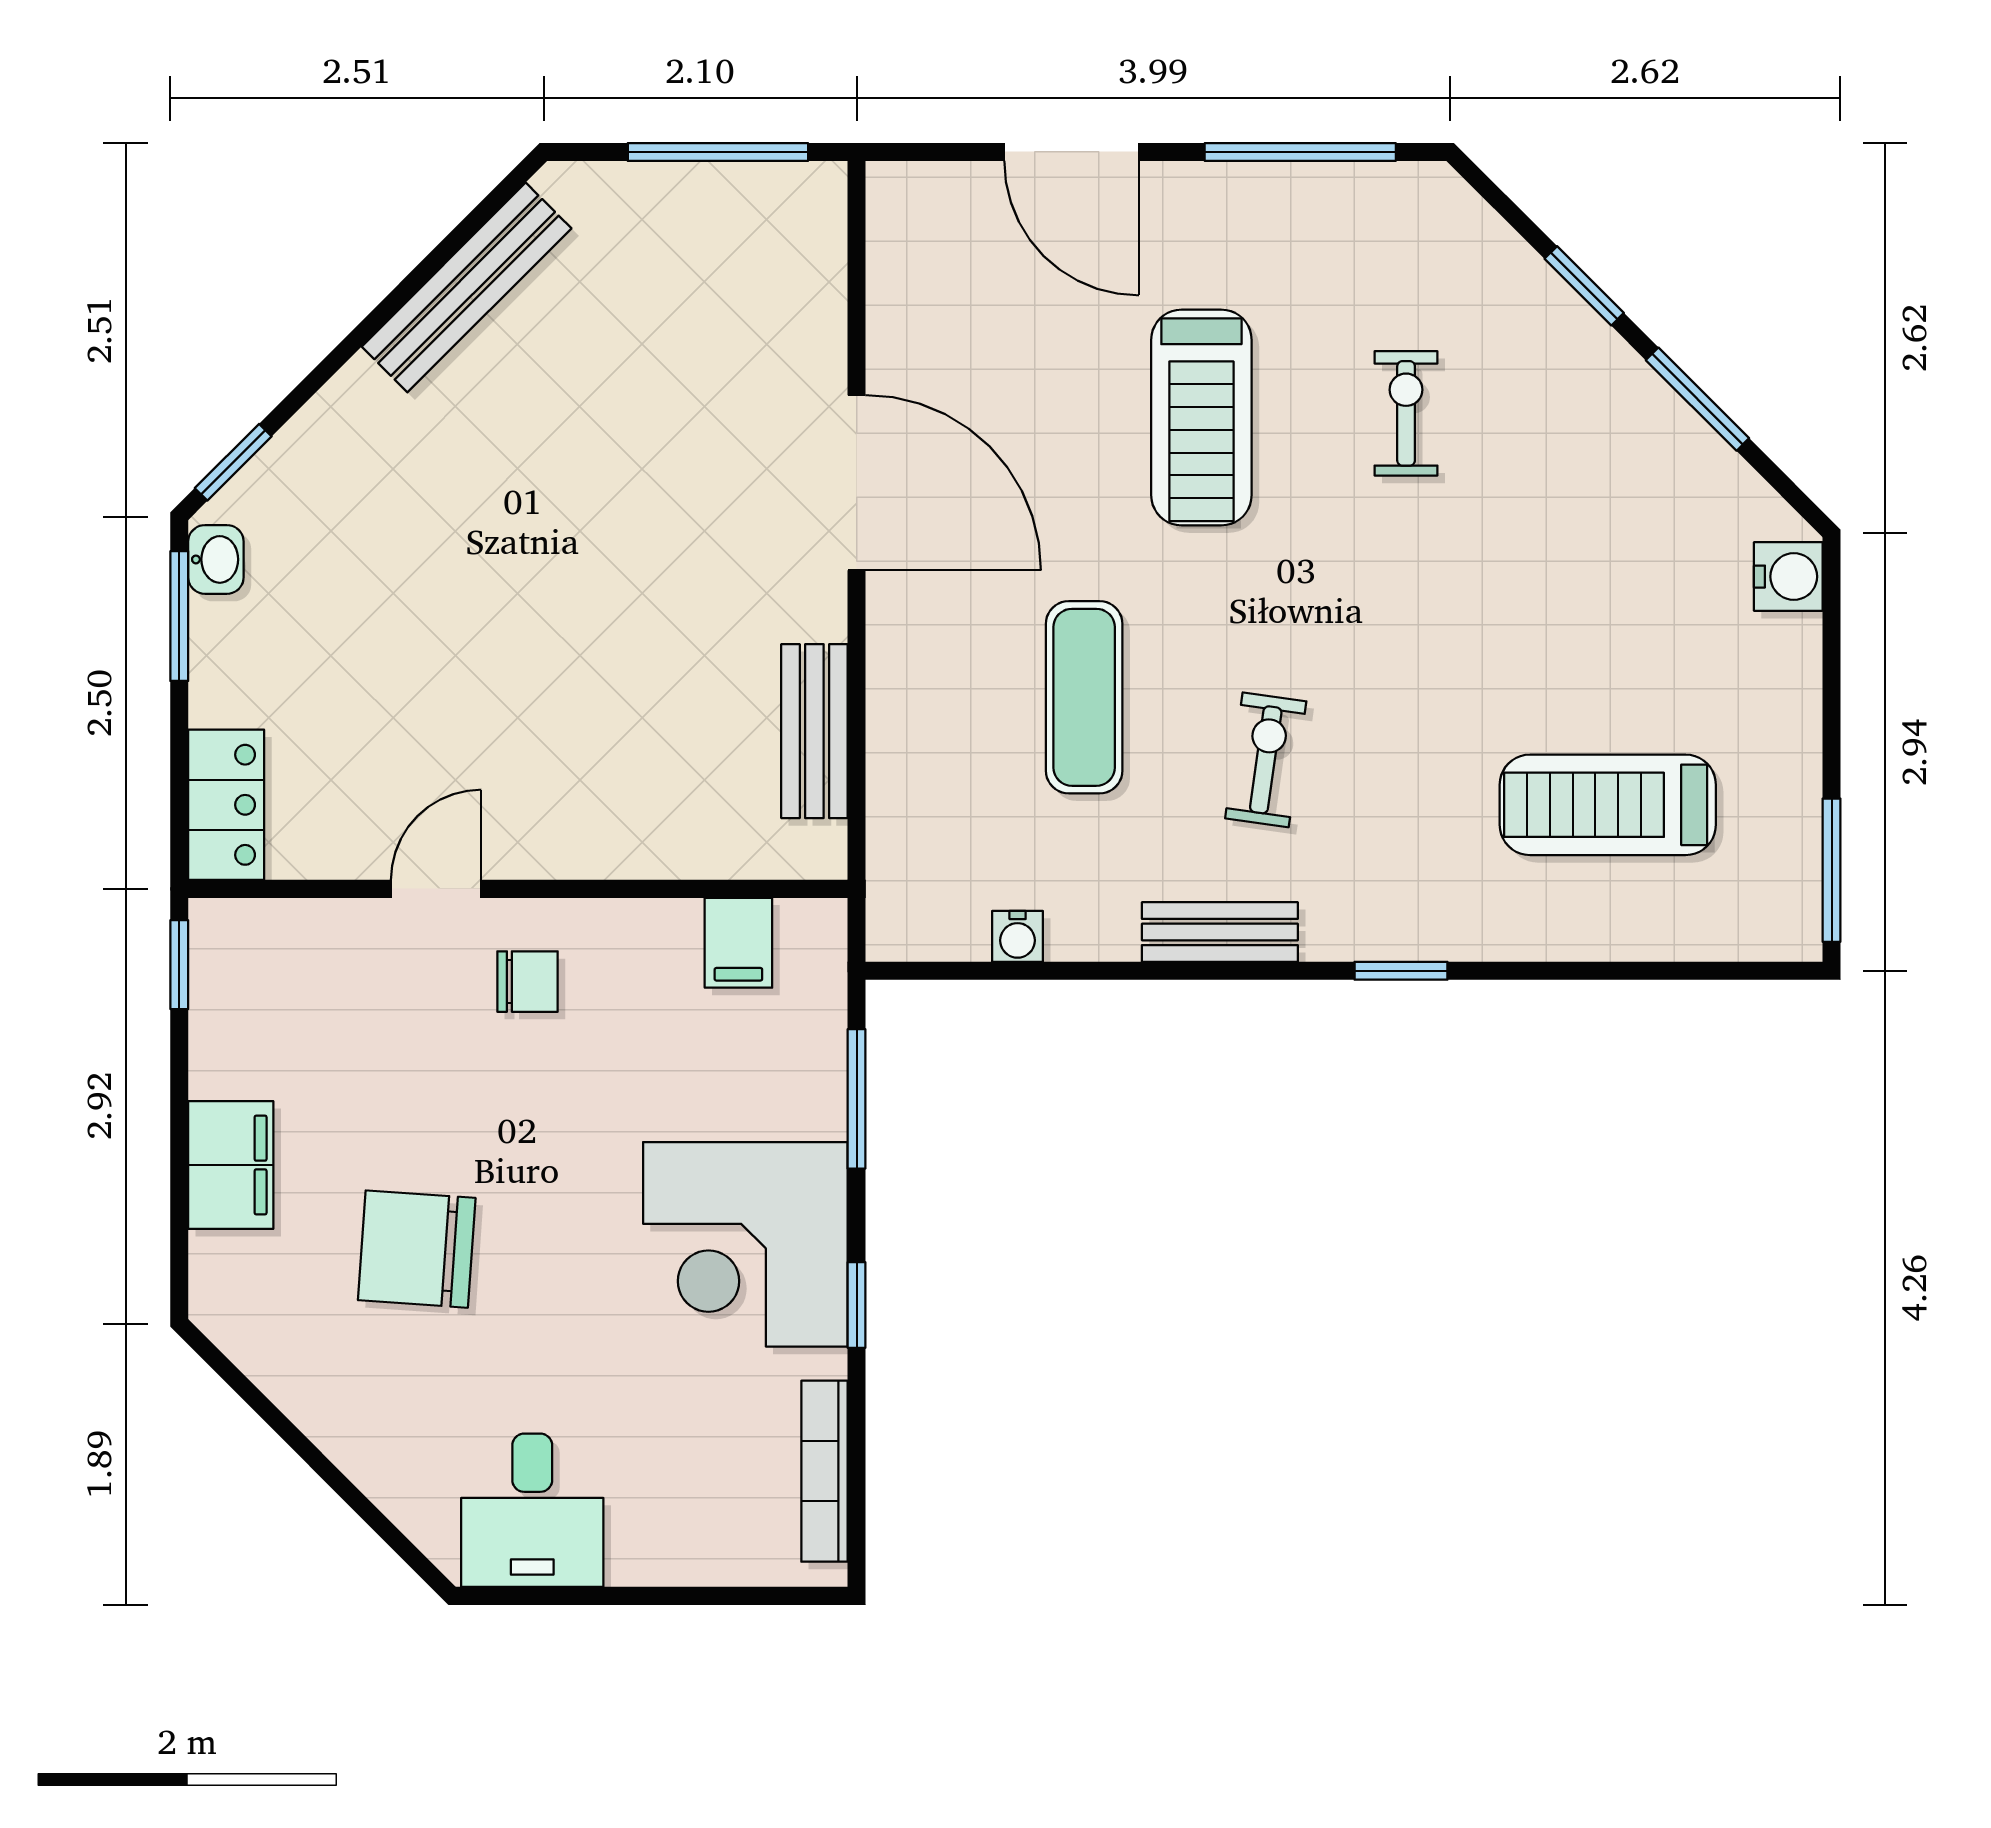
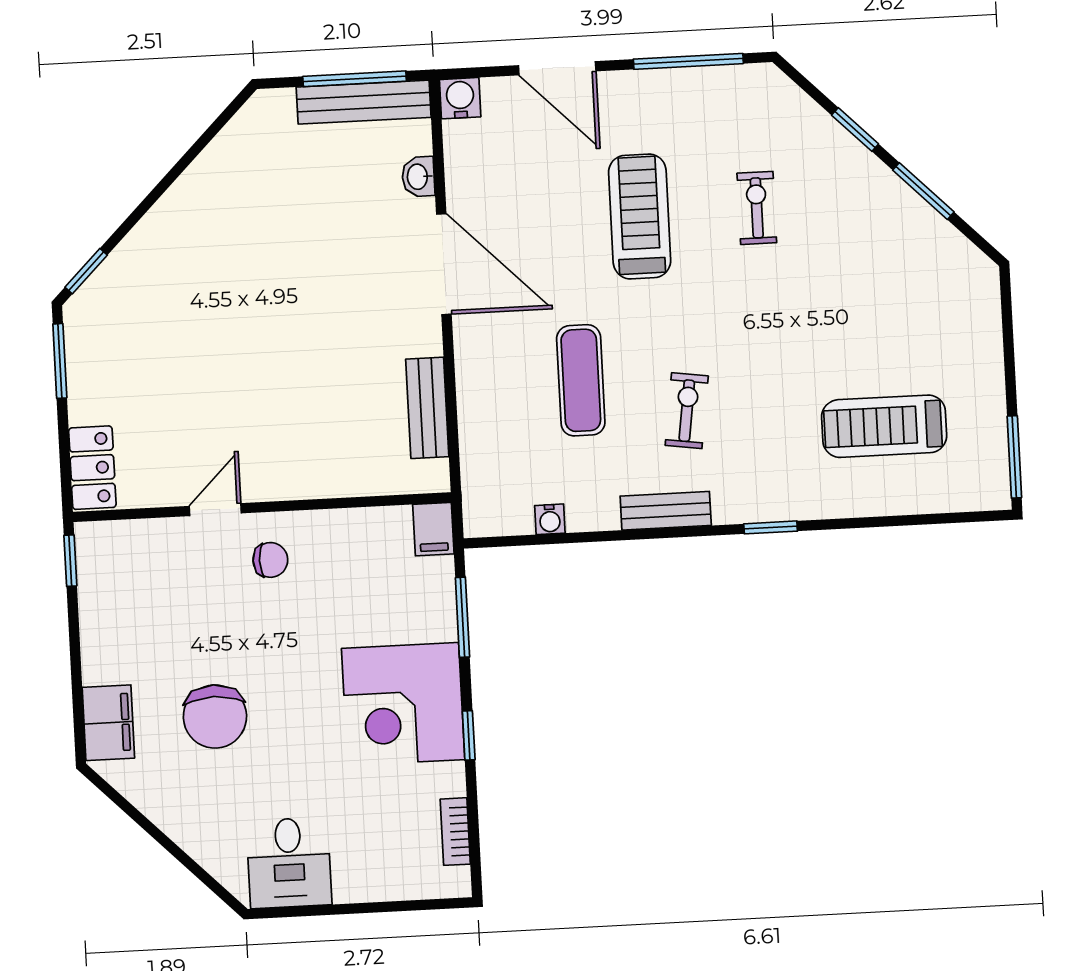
bench: (467, 287) -> (364, 102), moved, turned 45
treadmill: (1201, 418) -> (640, 216), turned 180
washbasin: (216, 559) -> (418, 177), moved, turned 180
water cooler: (1788, 577) -> (460, 98), moved, turned -90
filing cabinet: (738, 943) -> (433, 529), moved
filing cabinet: (231, 1165) -> (108, 723), moved
chair: (417, 1249) -> (215, 717), turned -94
bookcase: (824, 1471) -> (455, 832), width x0.64

